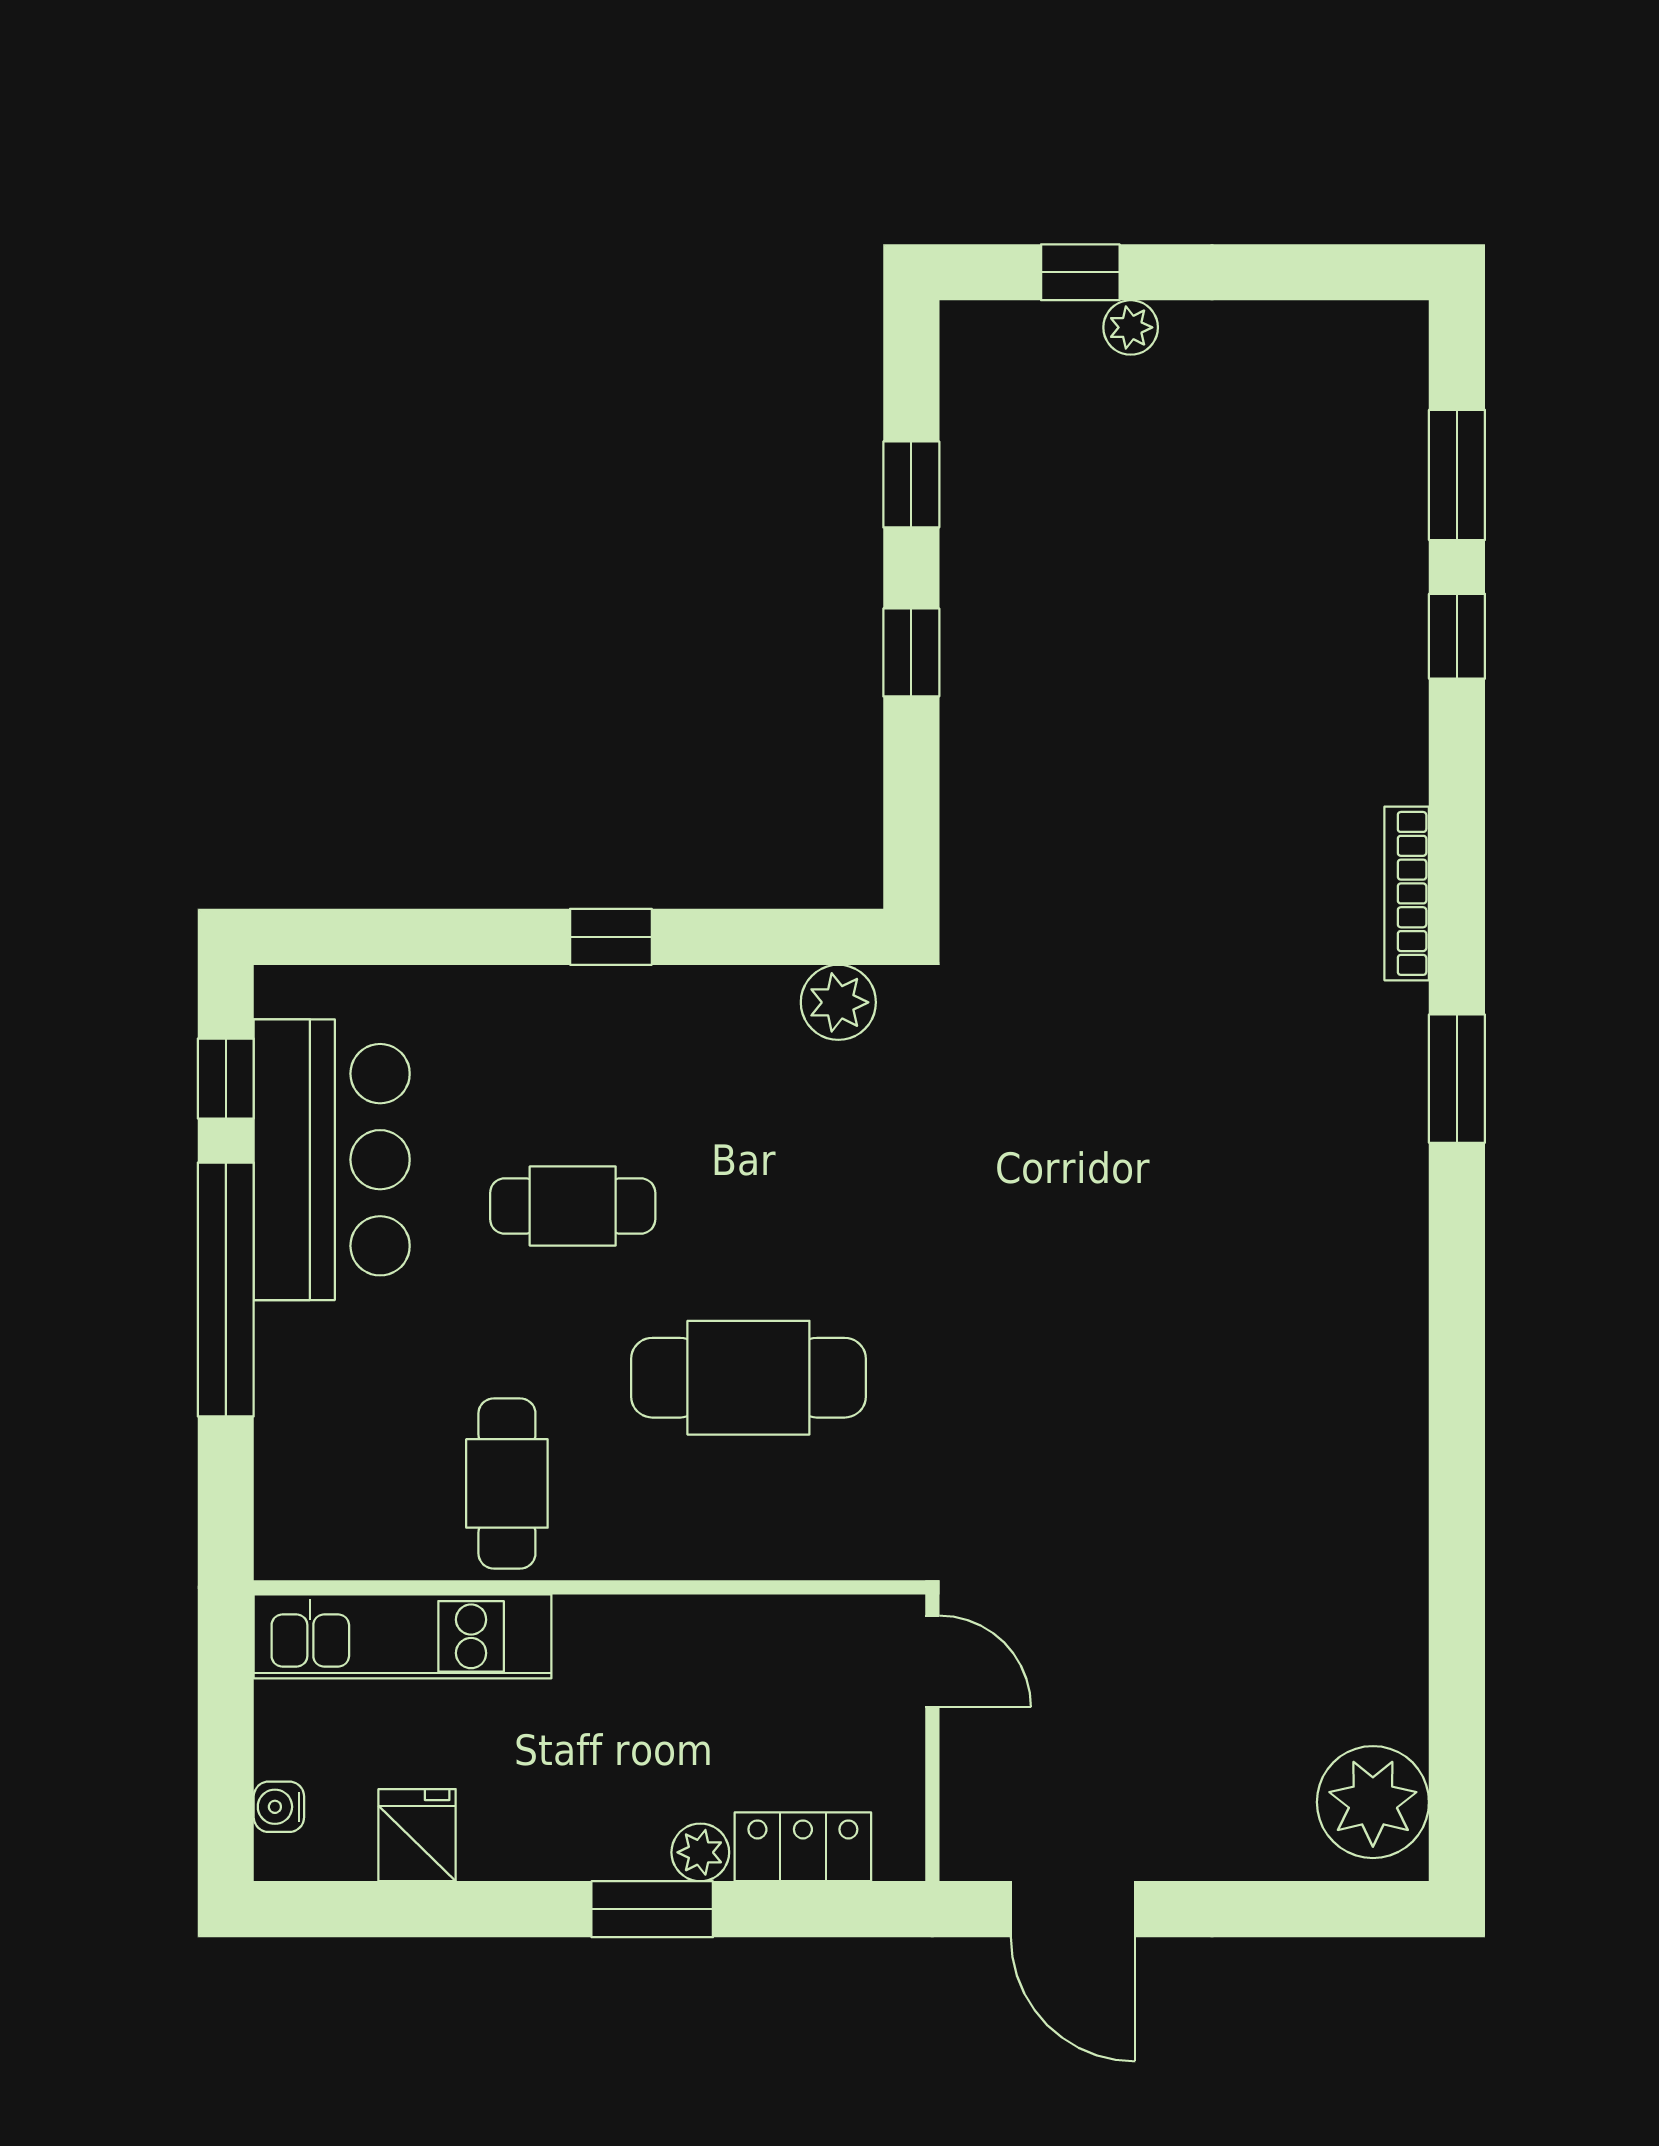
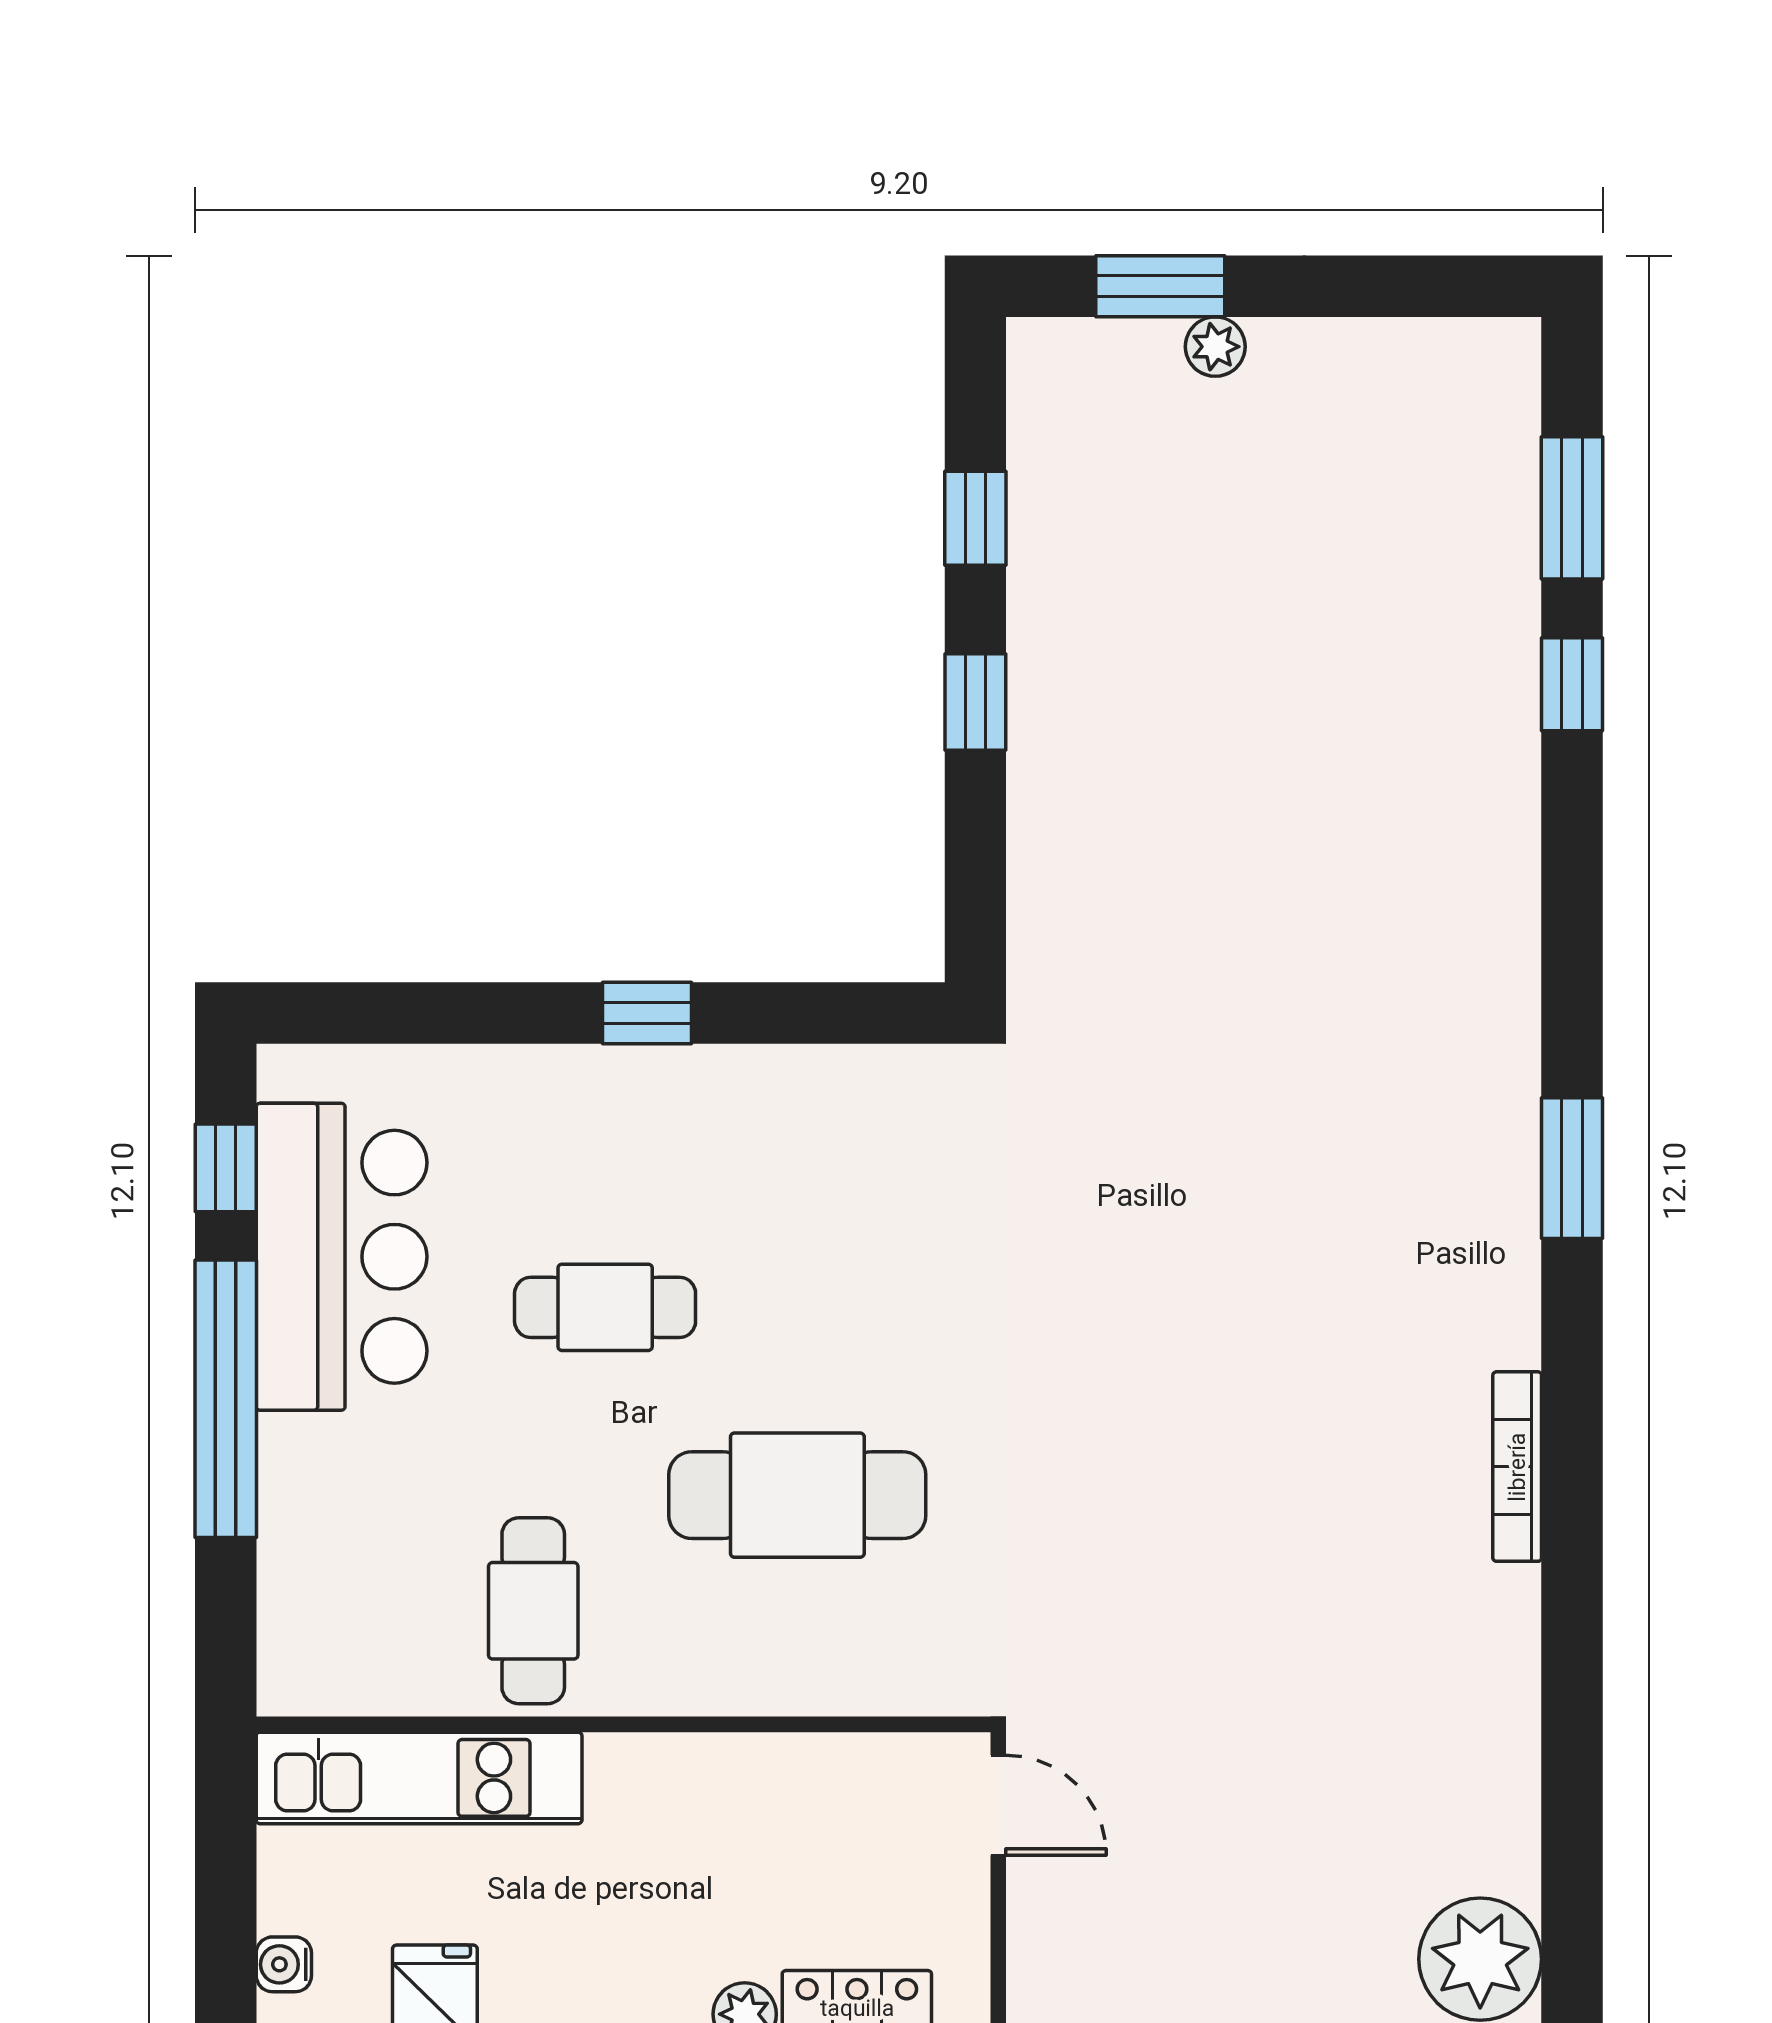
window: (1080, 272) -> (1160, 286), width x1.50
bookcase: (1407, 893) -> (1517, 1467), moved
plant: (838, 1002) -> (896, 1085), removed

